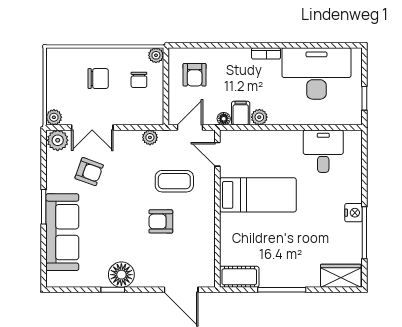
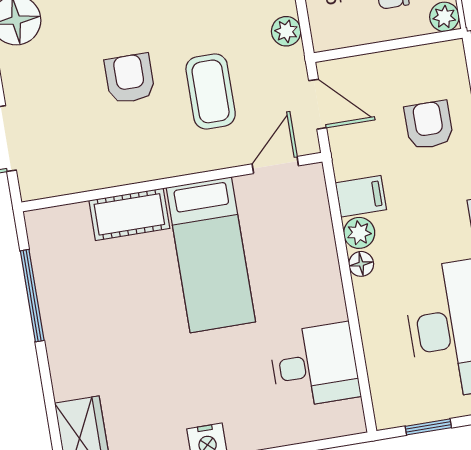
armchair: (195, 75) -> (429, 125), moved, turned 90
floor lamp: (224, 119) -> (361, 264), moved
cot: (239, 277) -> (129, 214), moved, turned 90
window: (282, 290) -> (32, 296), moved

